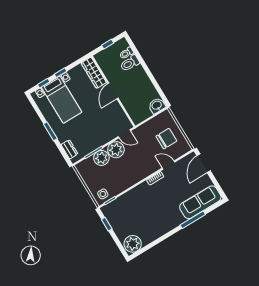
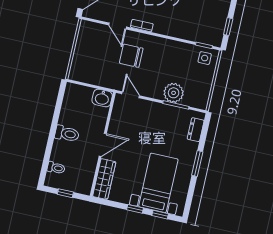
toilet: (130, 63) -> (67, 134), moved
washbasin: (157, 106) -> (102, 98), moved
chair: (166, 139) -> (131, 56), moved
plant: (116, 150) -> (153, 87), removed

